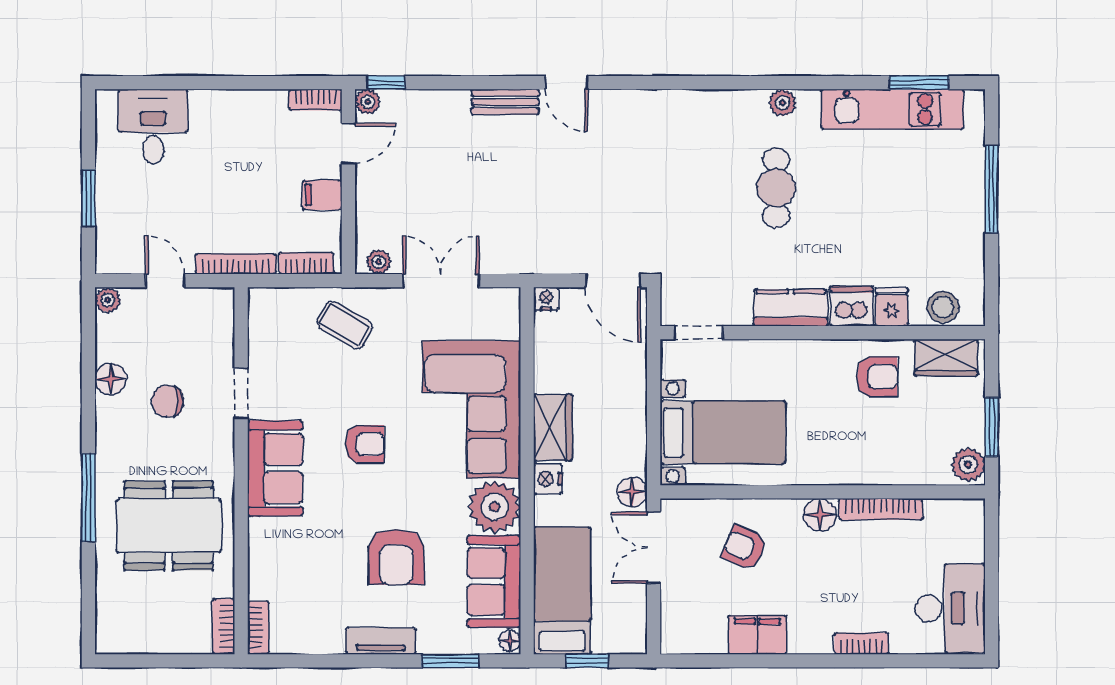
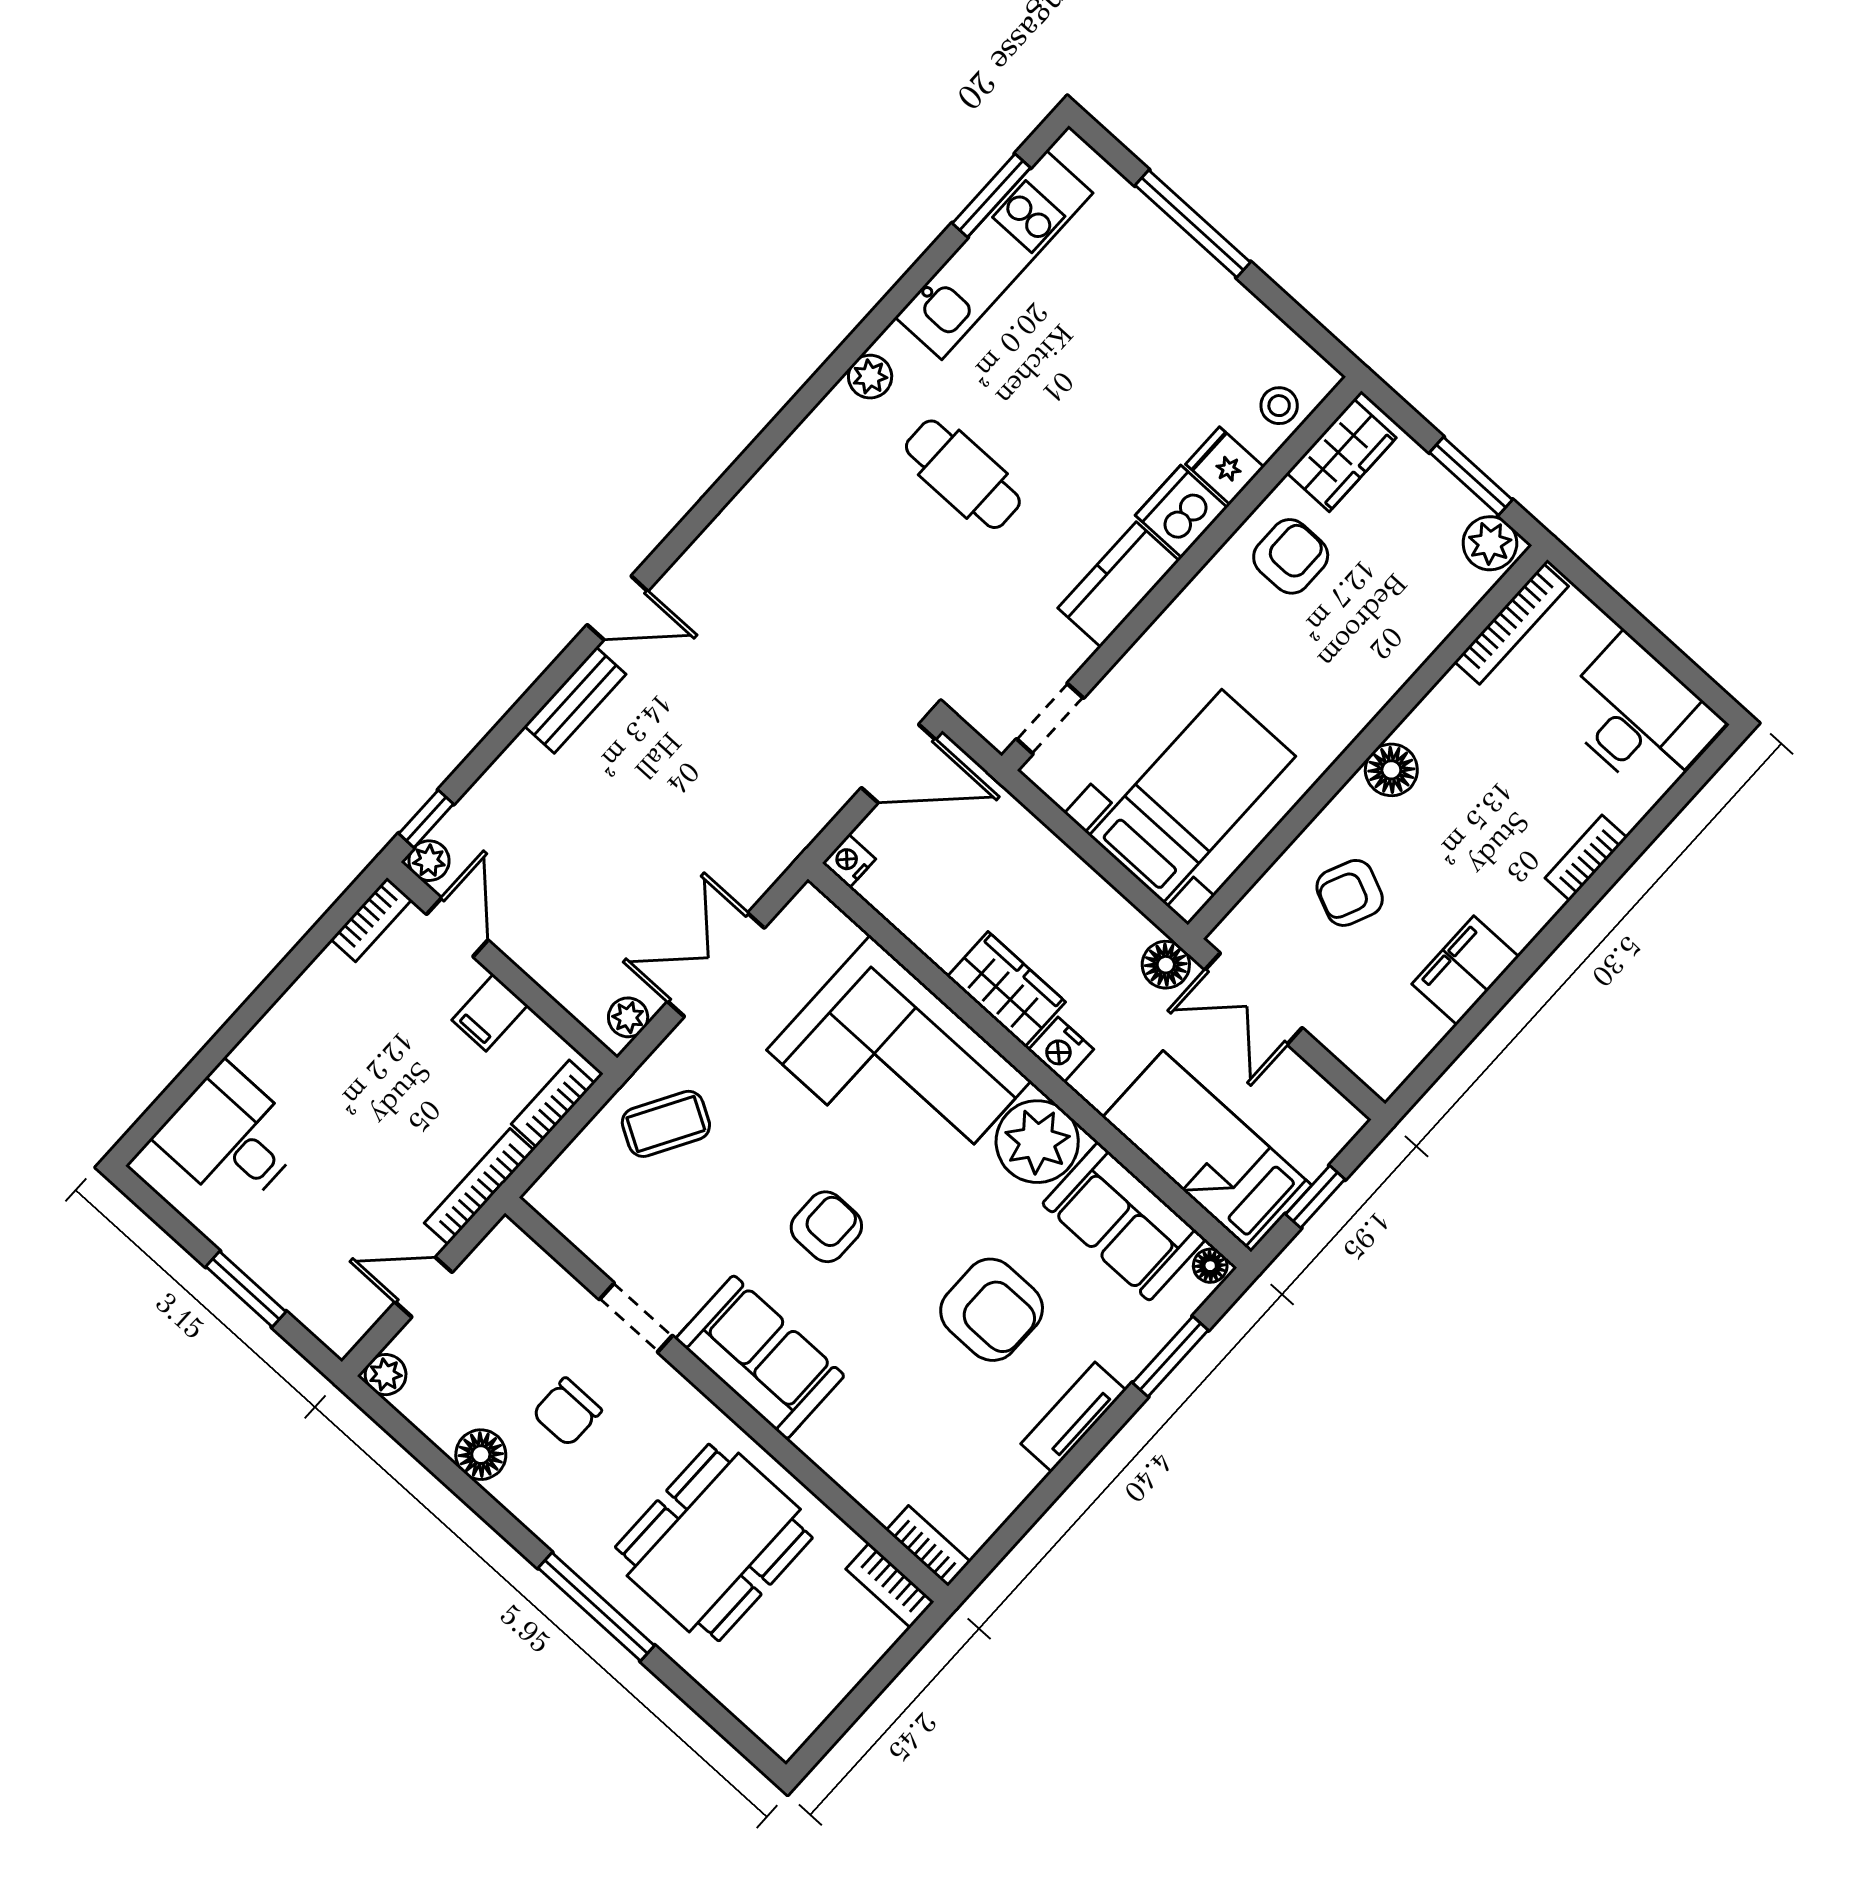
stool: (943, 307) -> (1279, 406), width x0.73, depth x0.73
bookcase: (881, 509) -> (1511, 624), moved

